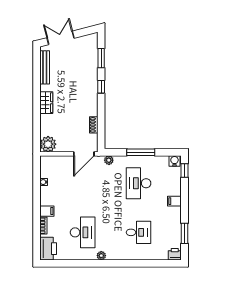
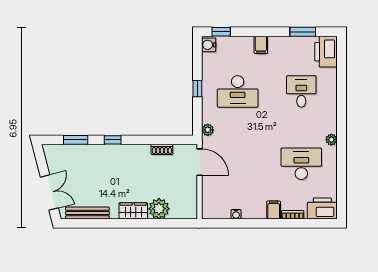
double door: (61, 38) -> (49, 192), swing flipped
plant: (48, 144) -> (159, 209), moved
window: (141, 152) -> (197, 89), width x0.46
printer: (175, 254) -> (326, 52), width x1.87, depth x1.48

